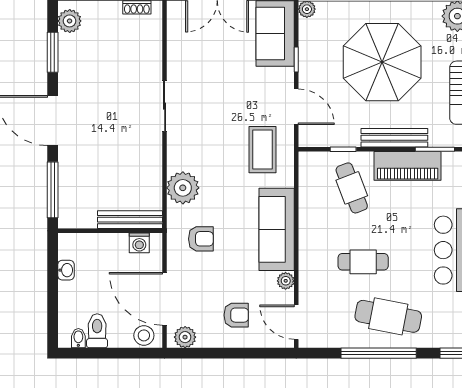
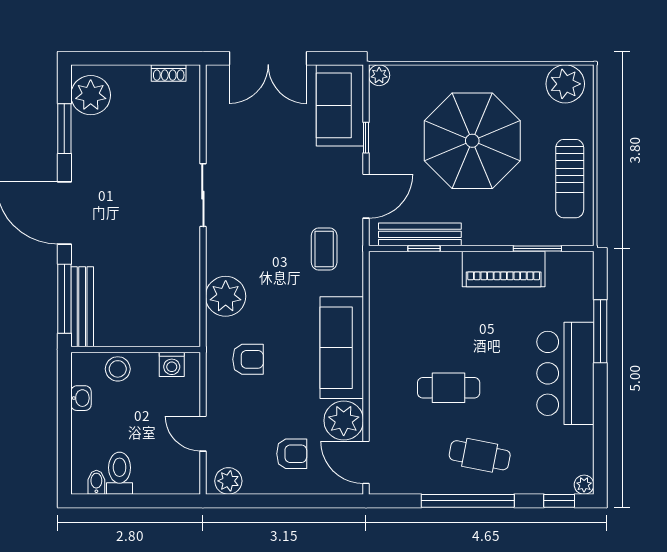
plant: (70, 21) -> (91, 95), width x1.36, depth x1.36
door: (296, 107) -> (366, 196), hinge flipped
bench: (394, 138) -> (420, 234), moved
coffee table: (262, 150) -> (324, 249), width x0.73, depth x0.77
cafe table: (352, 188) -> (435, 296), removed
bench: (130, 220) -> (82, 307), moved, turned 90
plant: (286, 281) -> (344, 420), width x1.88, depth x1.88
door: (165, 299) -> (203, 434), width x0.53
cafe table: (388, 316) -> (480, 455), width x0.73, depth x0.74
stool: (144, 335) -> (118, 369), moved

